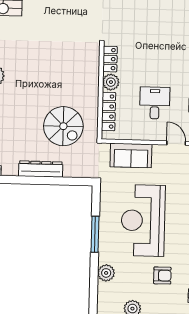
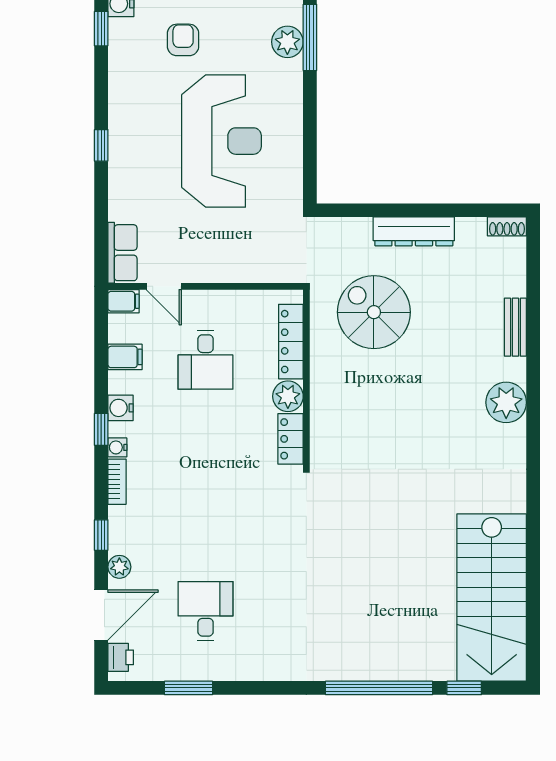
sofa: (131, 155) -> (247, 261), removed
window: (95, 234) -> (310, 37), moved
armchair: (162, 276) -> (183, 40), turned 90

